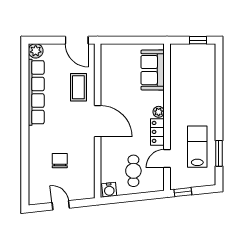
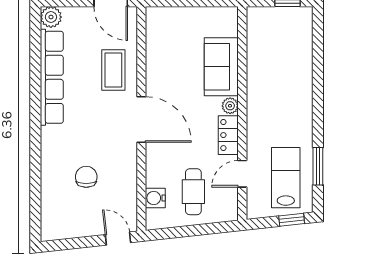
sofa: (153, 70) -> (221, 67), moved
lab bench: (197, 147) -> (286, 178), moved
water cooler: (109, 190) -> (155, 198), moved, turned 96
window: (183, 192) -> (292, 220), moved
door: (61, 205) -> (118, 239), moved

